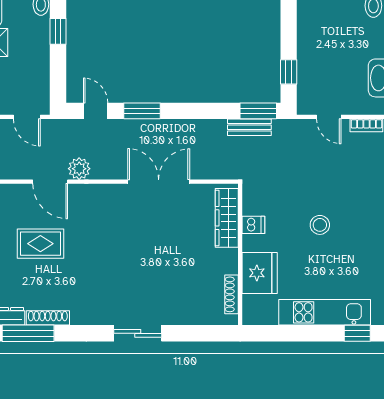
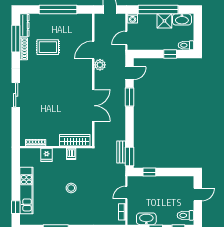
rug: (40, 244) -> (48, 47), moved, turned 90
fridge: (260, 273) -> (47, 155), width x0.53, depth x0.75

